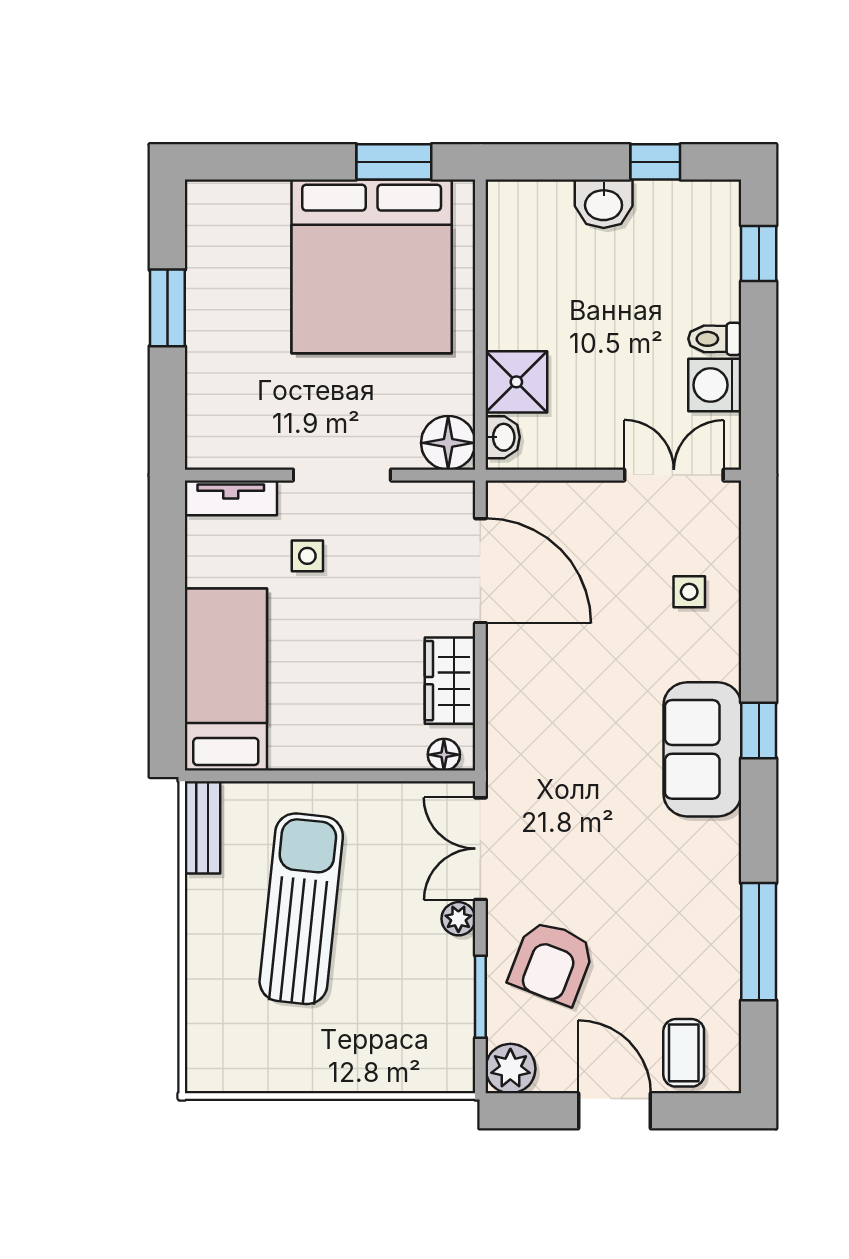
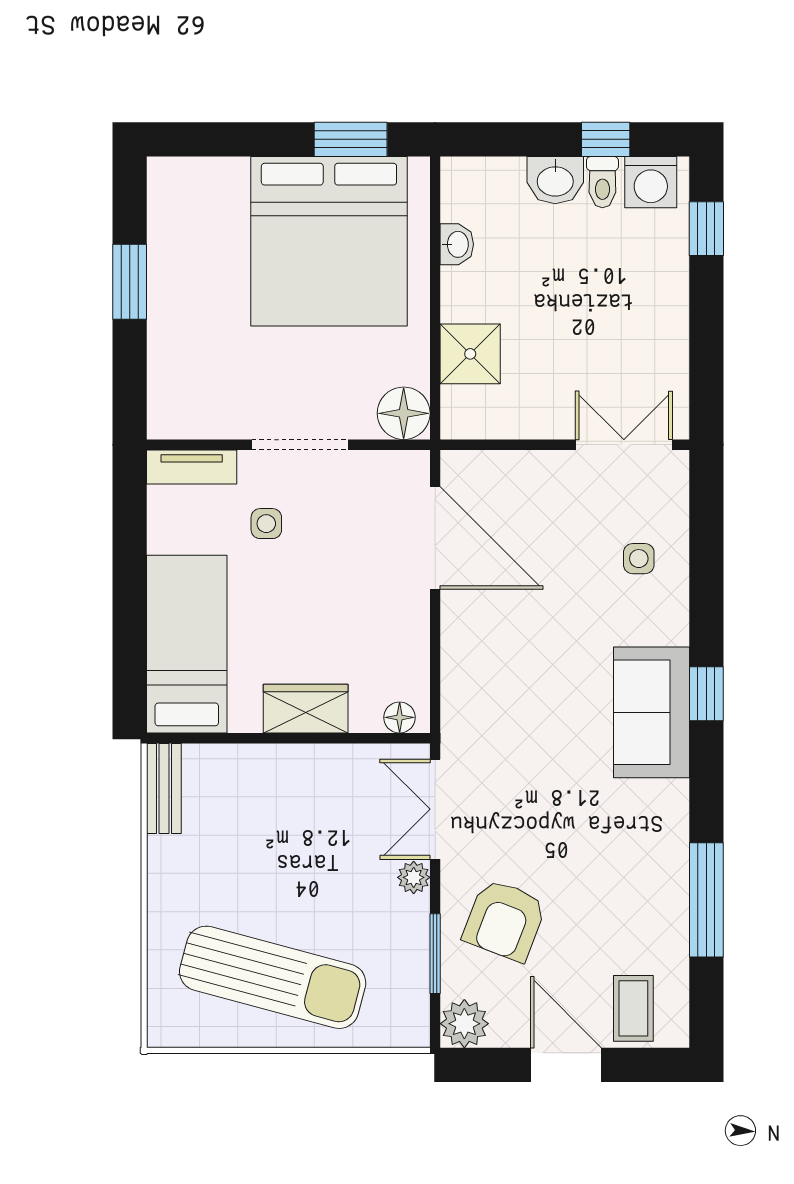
toilet: (715, 339) -> (602, 182), moved, turned -90
washing machine: (715, 385) -> (651, 182), moved, turned -90
washbasin: (503, 437) -> (457, 244), moved
wardrobe: (450, 681) -> (306, 709), moved, turned 90
sun lounger: (301, 909) -> (273, 977), moved, turned 99

